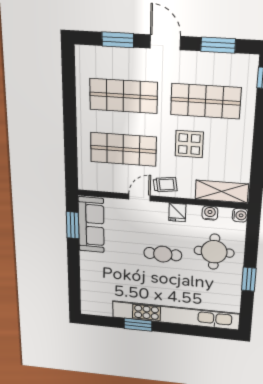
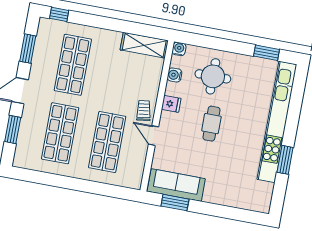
display table: (189, 144) -> (109, 84), removed
shelving: (222, 192) -> (144, 45), moved, turned 90
window: (249, 279) -> (266, 53), moved

